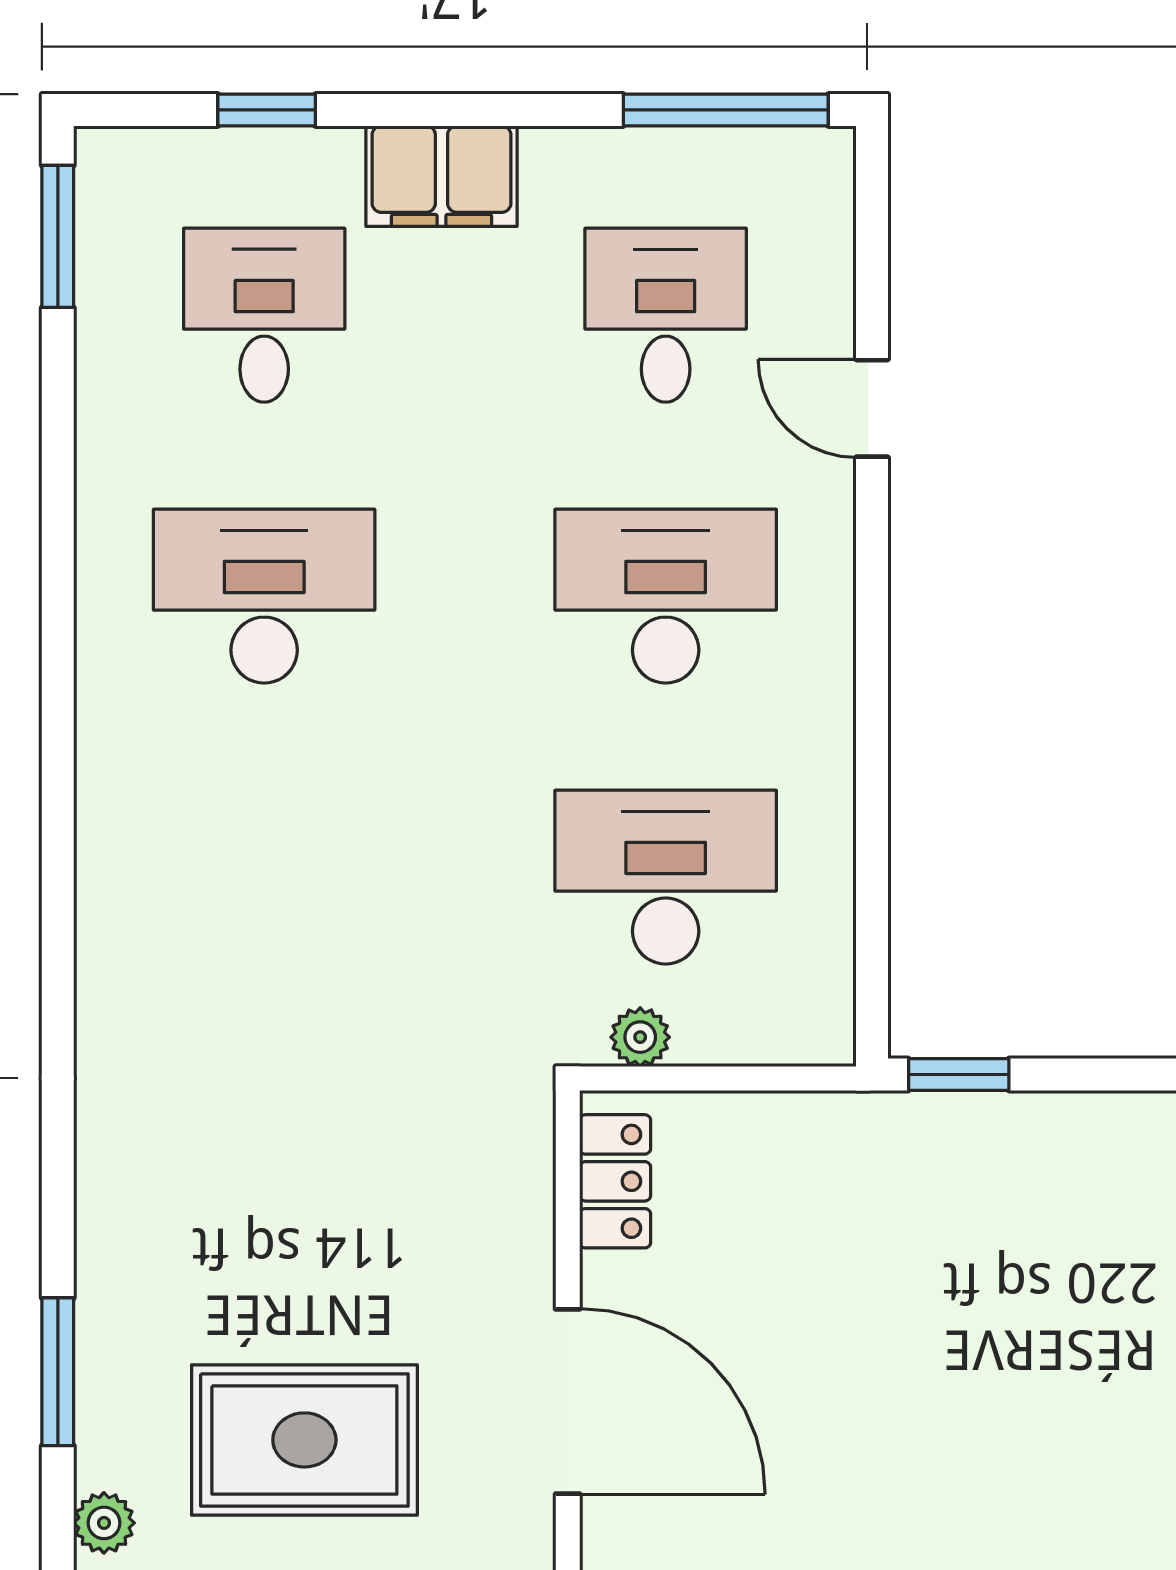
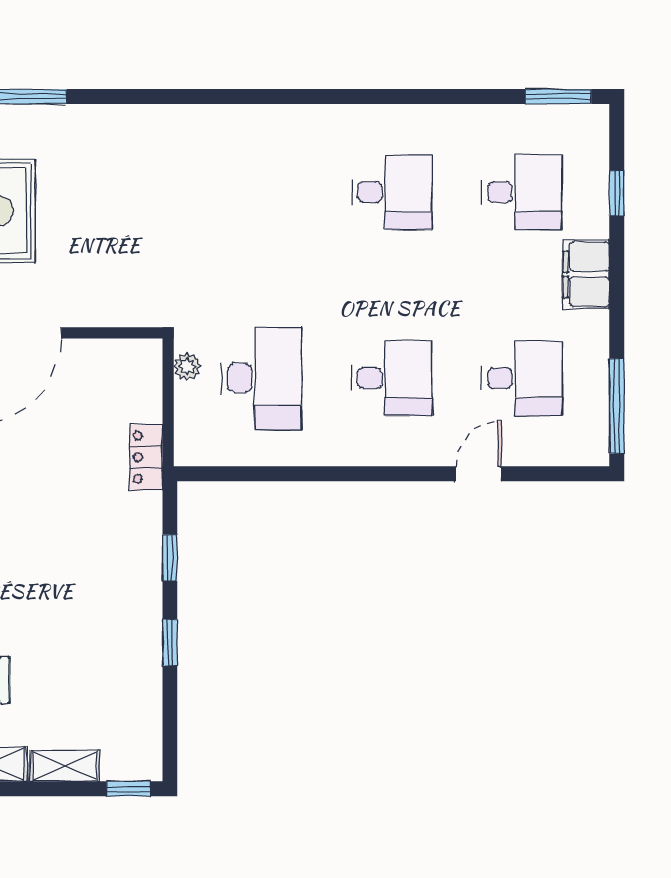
desk: (264, 596) -> (392, 192), width x0.73
desk: (666, 596) -> (392, 378), width x0.73
window: (959, 1074) -> (170, 558), moved
locker: (615, 1181) -> (146, 457), moved, turned 90

